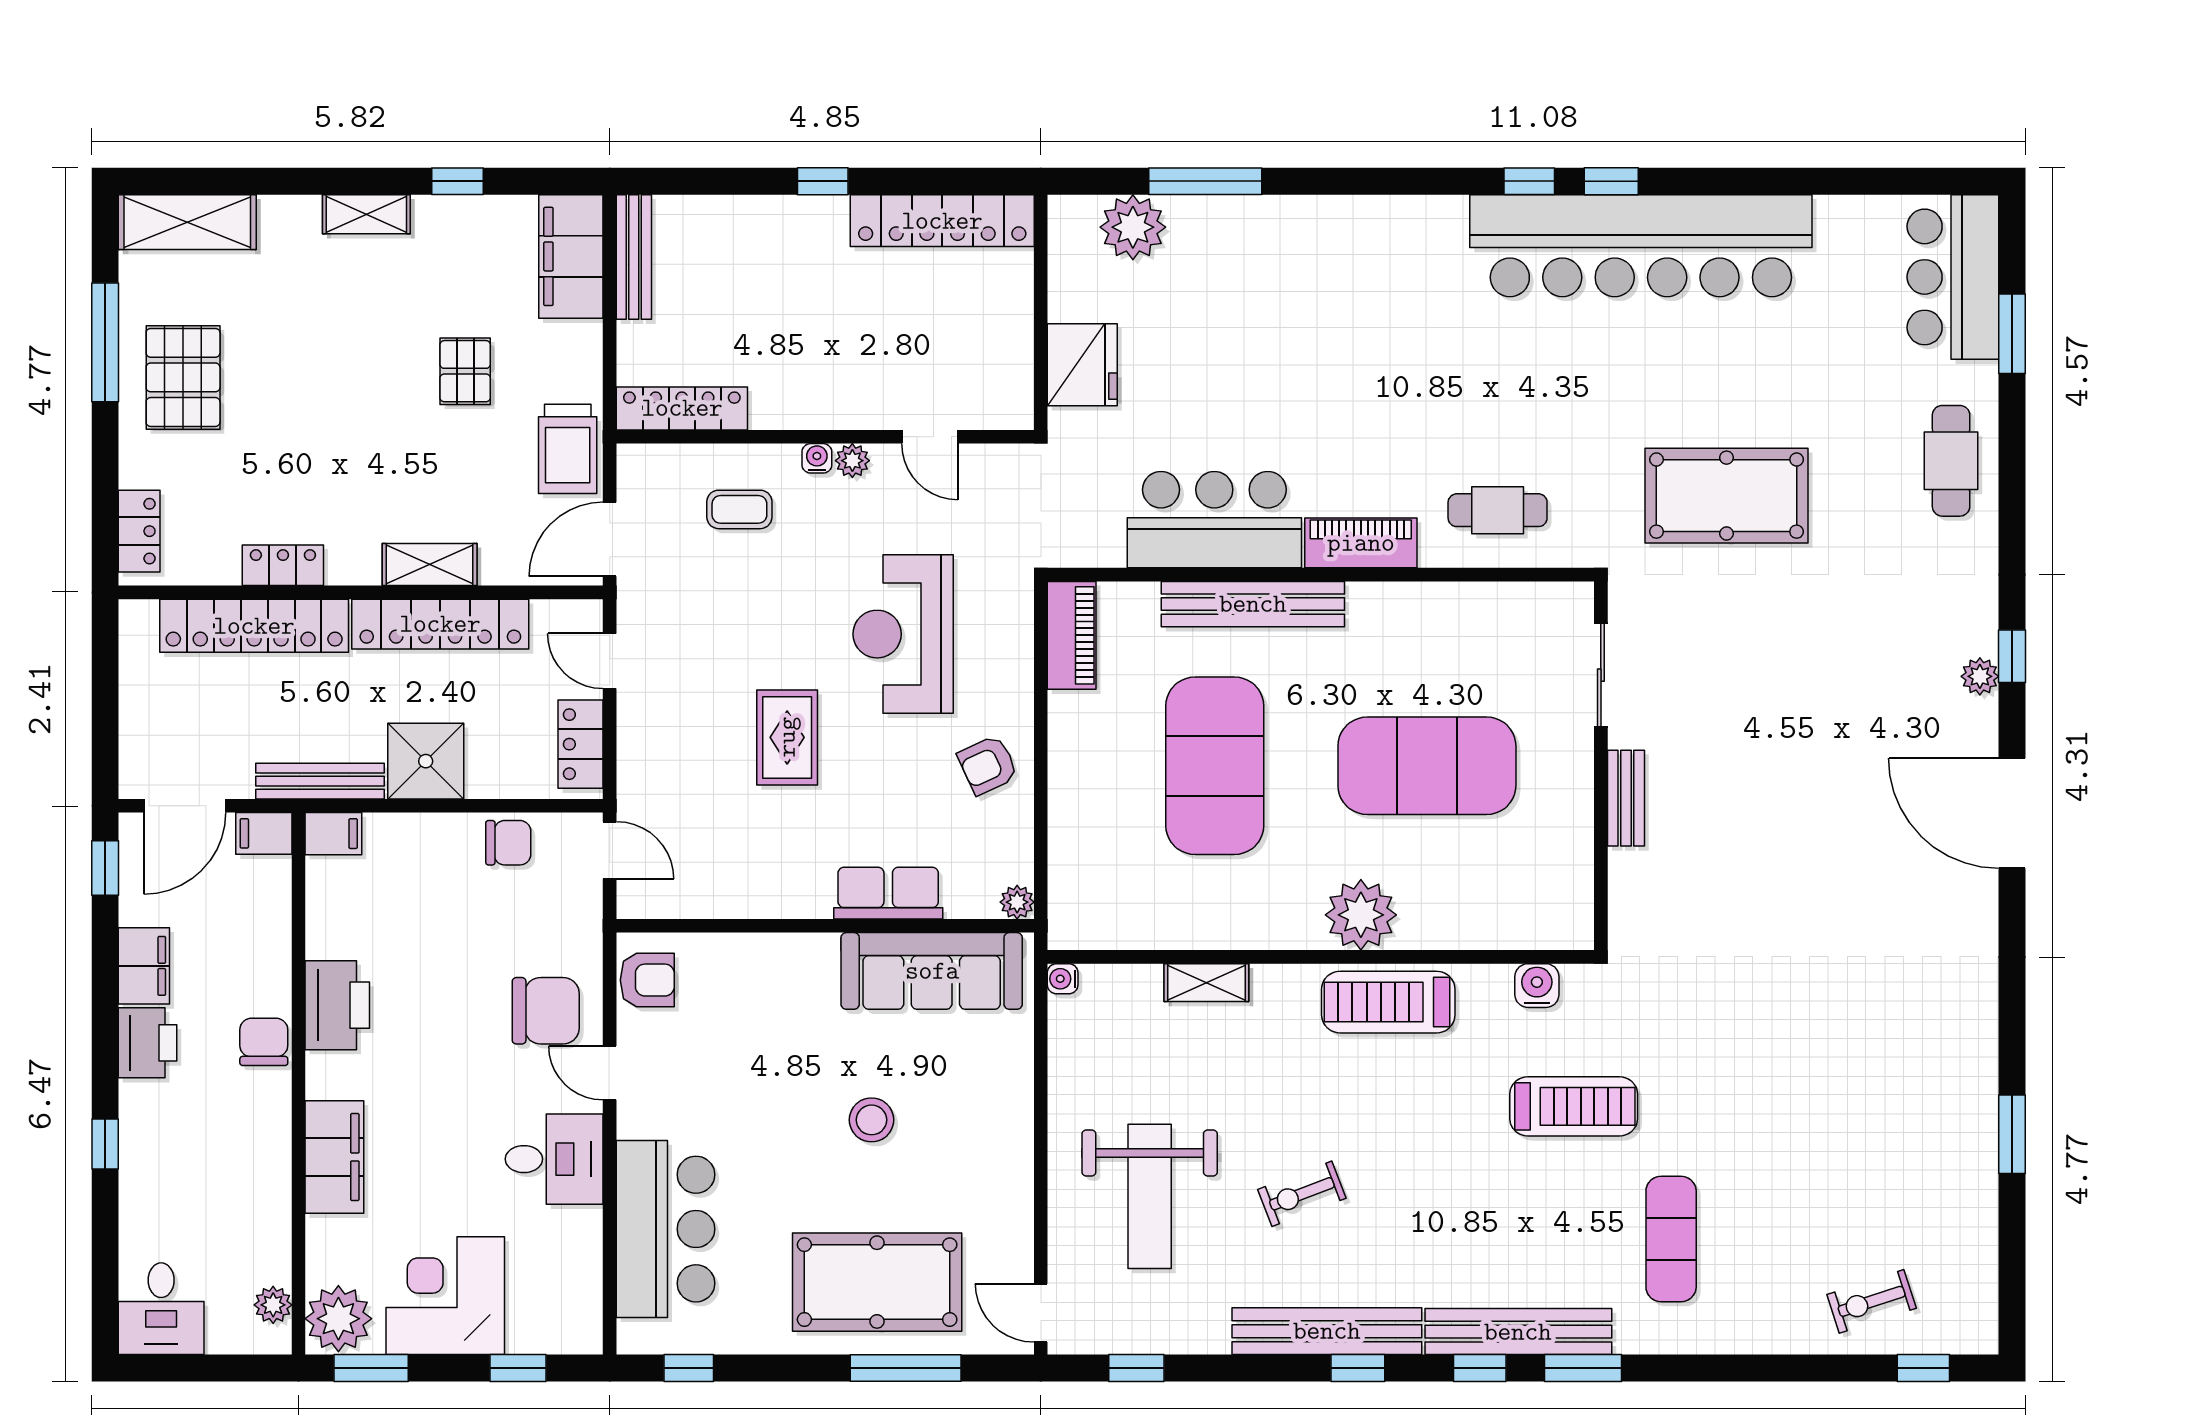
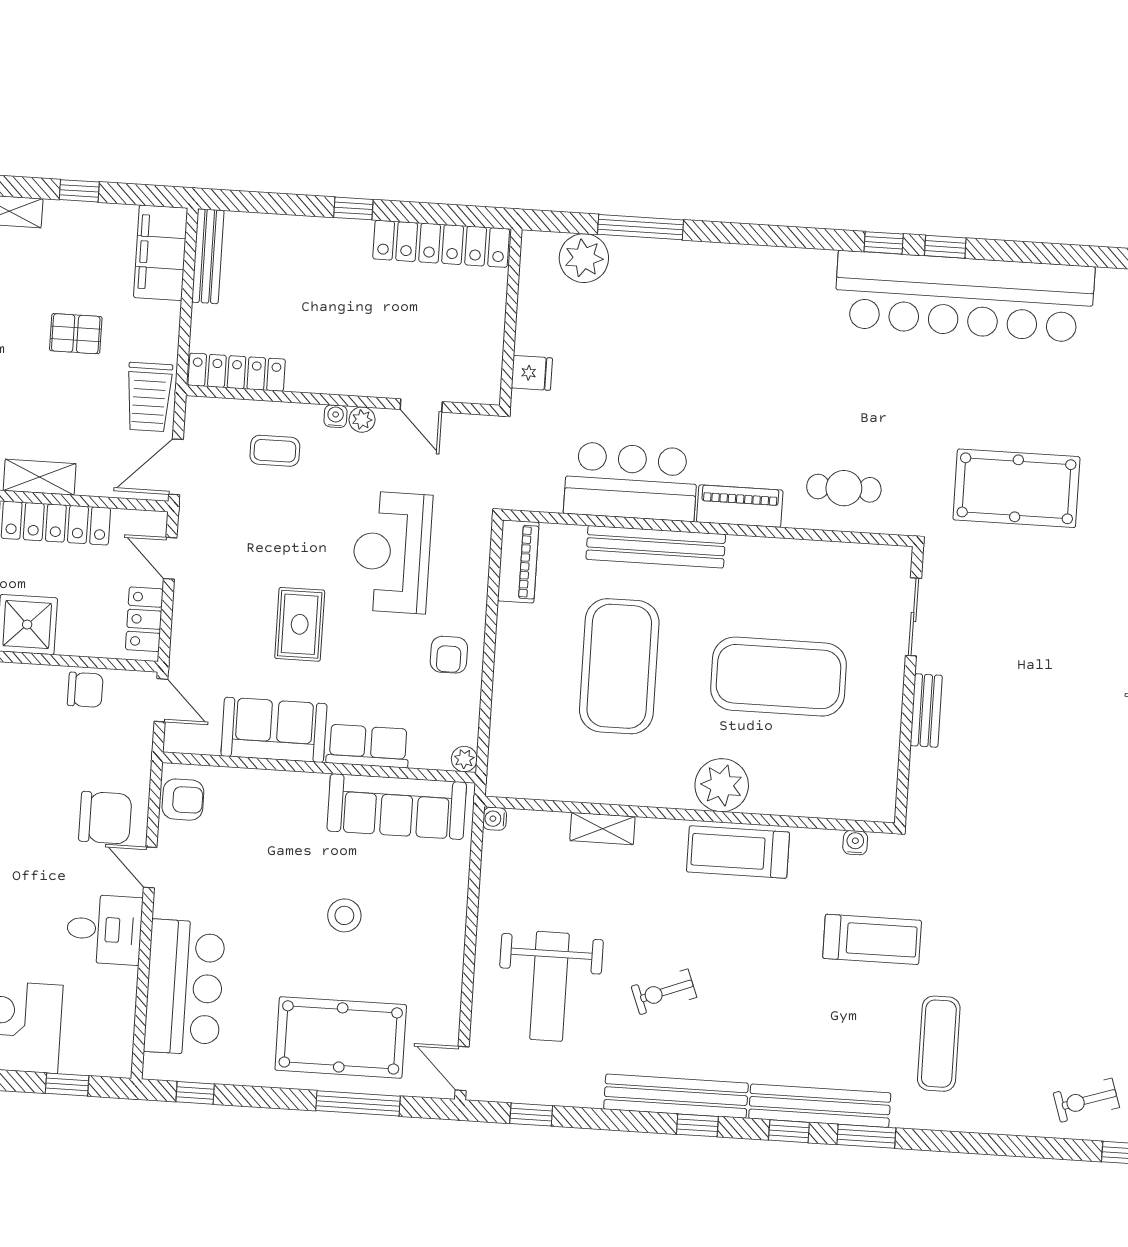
fridge: (1082, 365) -> (532, 373), width x0.53, depth x0.75
pallet: (465, 371) -> (76, 334), turned 90
armchair: (988, 765) -> (449, 655), turned -65
sofa: (762, 880) -> (274, 730), added
water cooler: (1537, 986) -> (855, 843), width x0.72, depth x0.72

